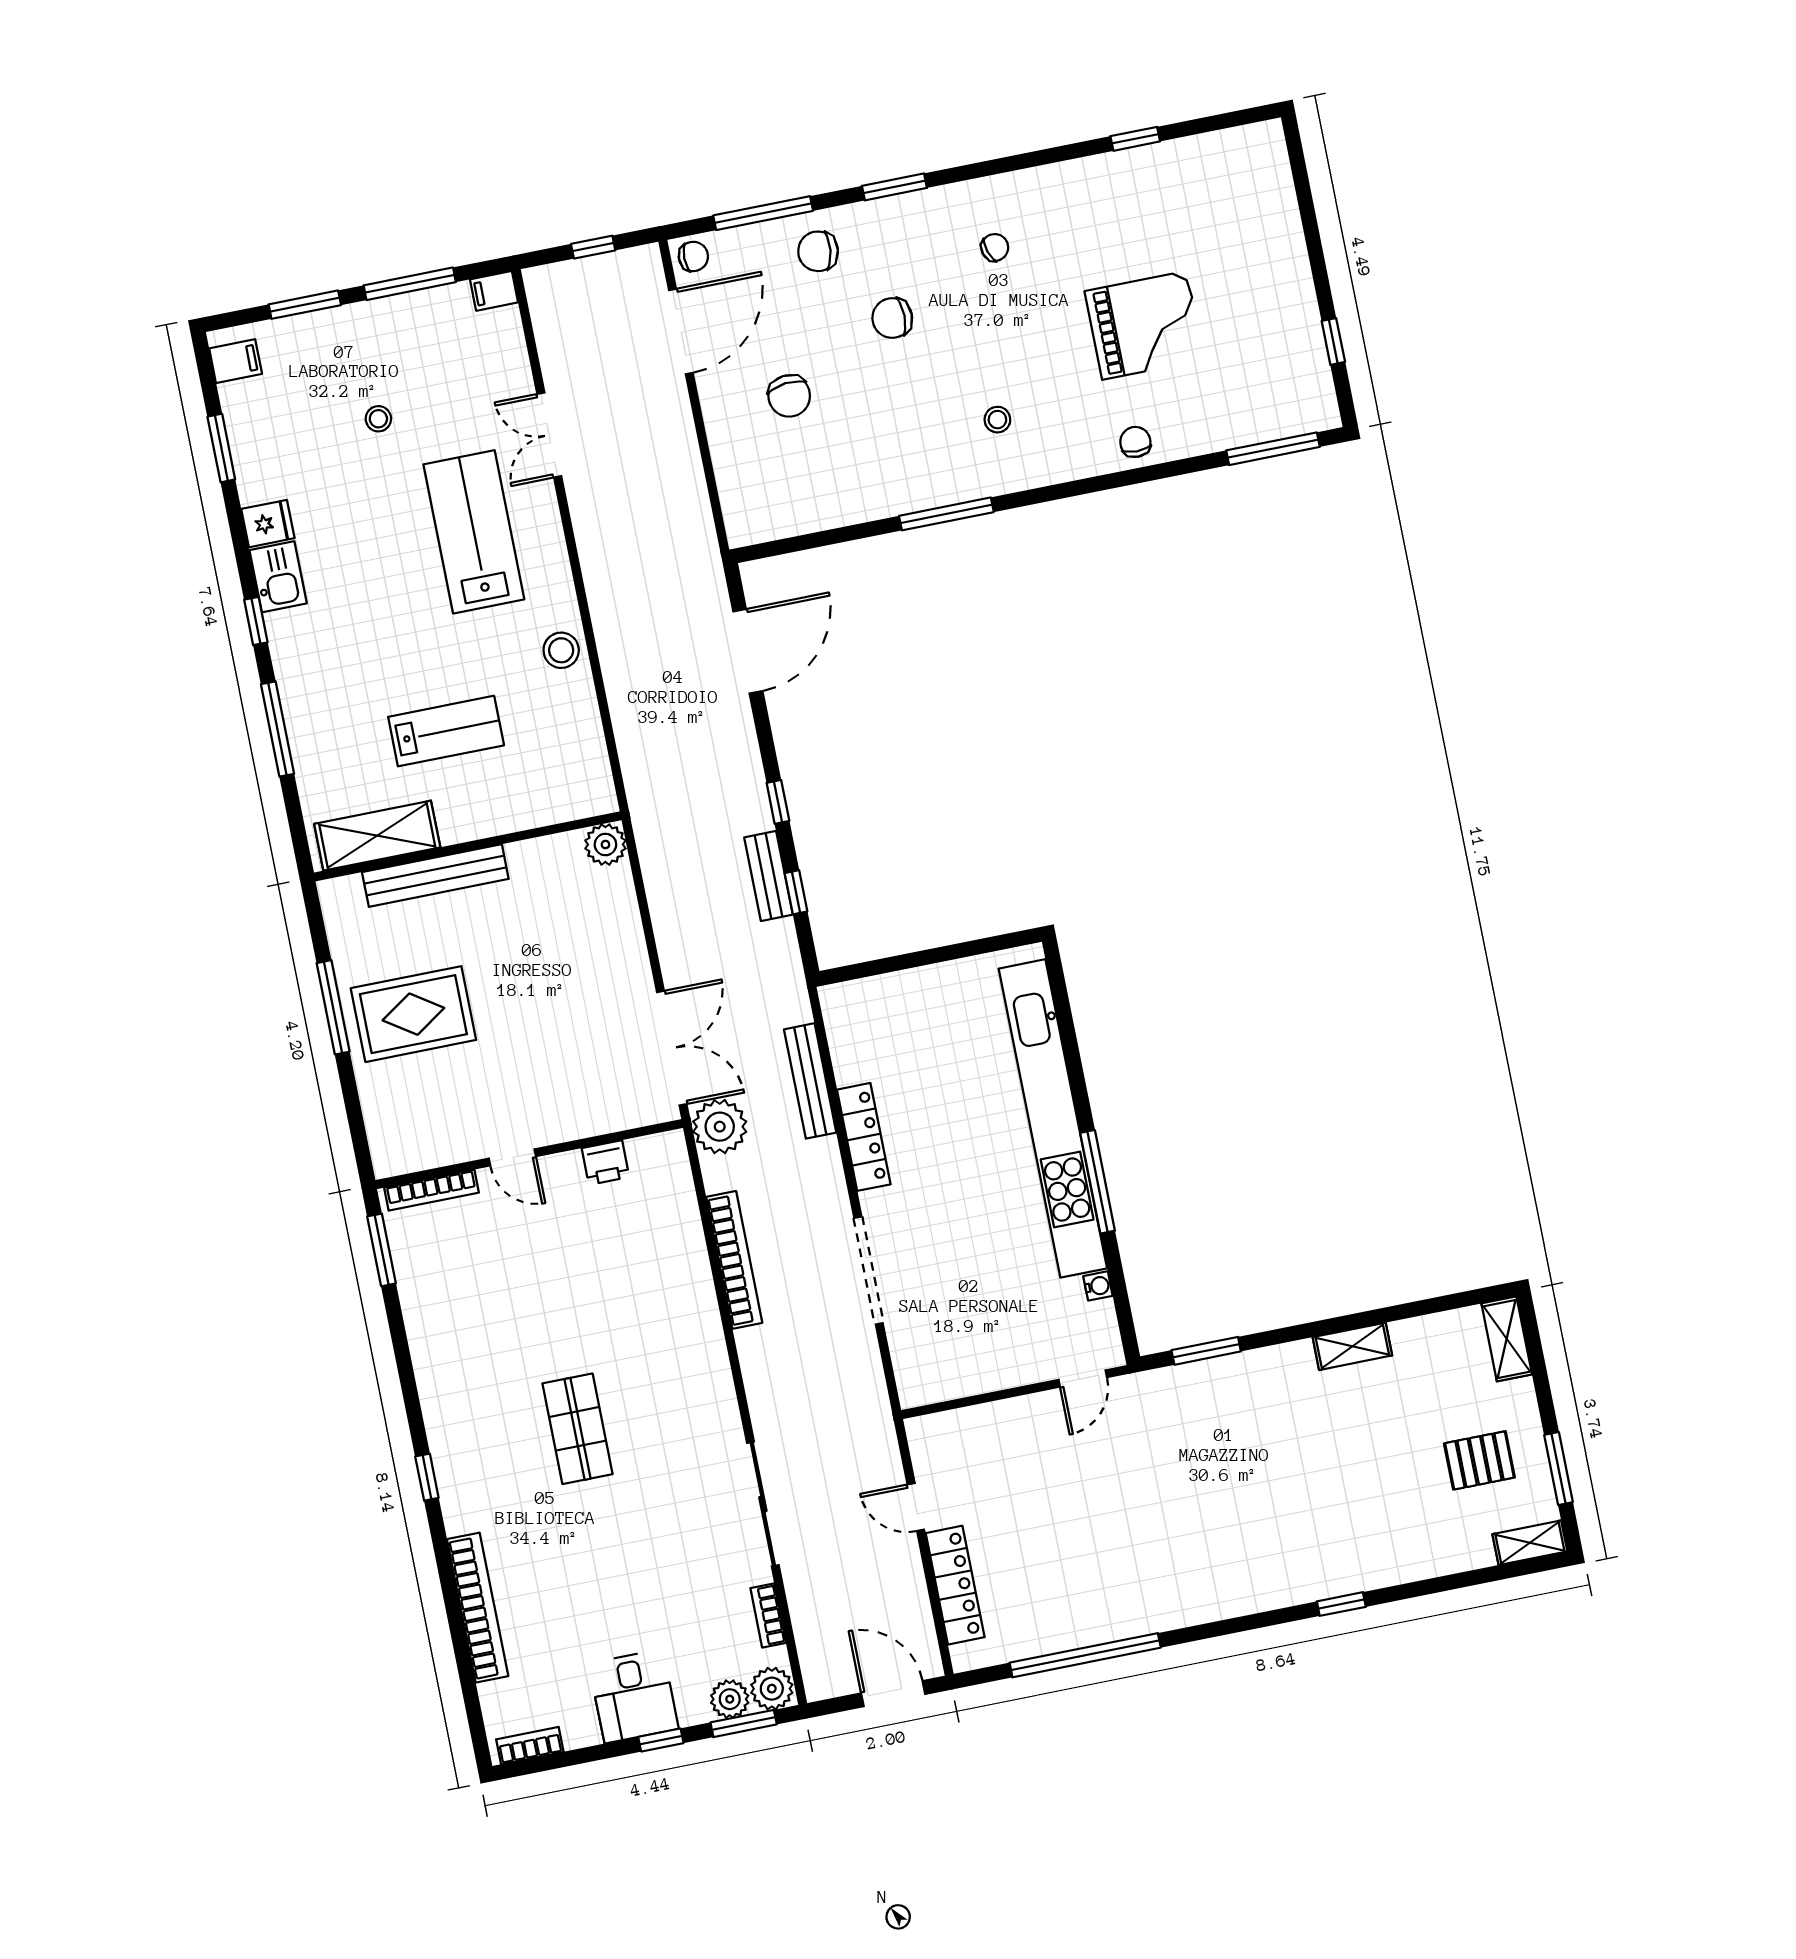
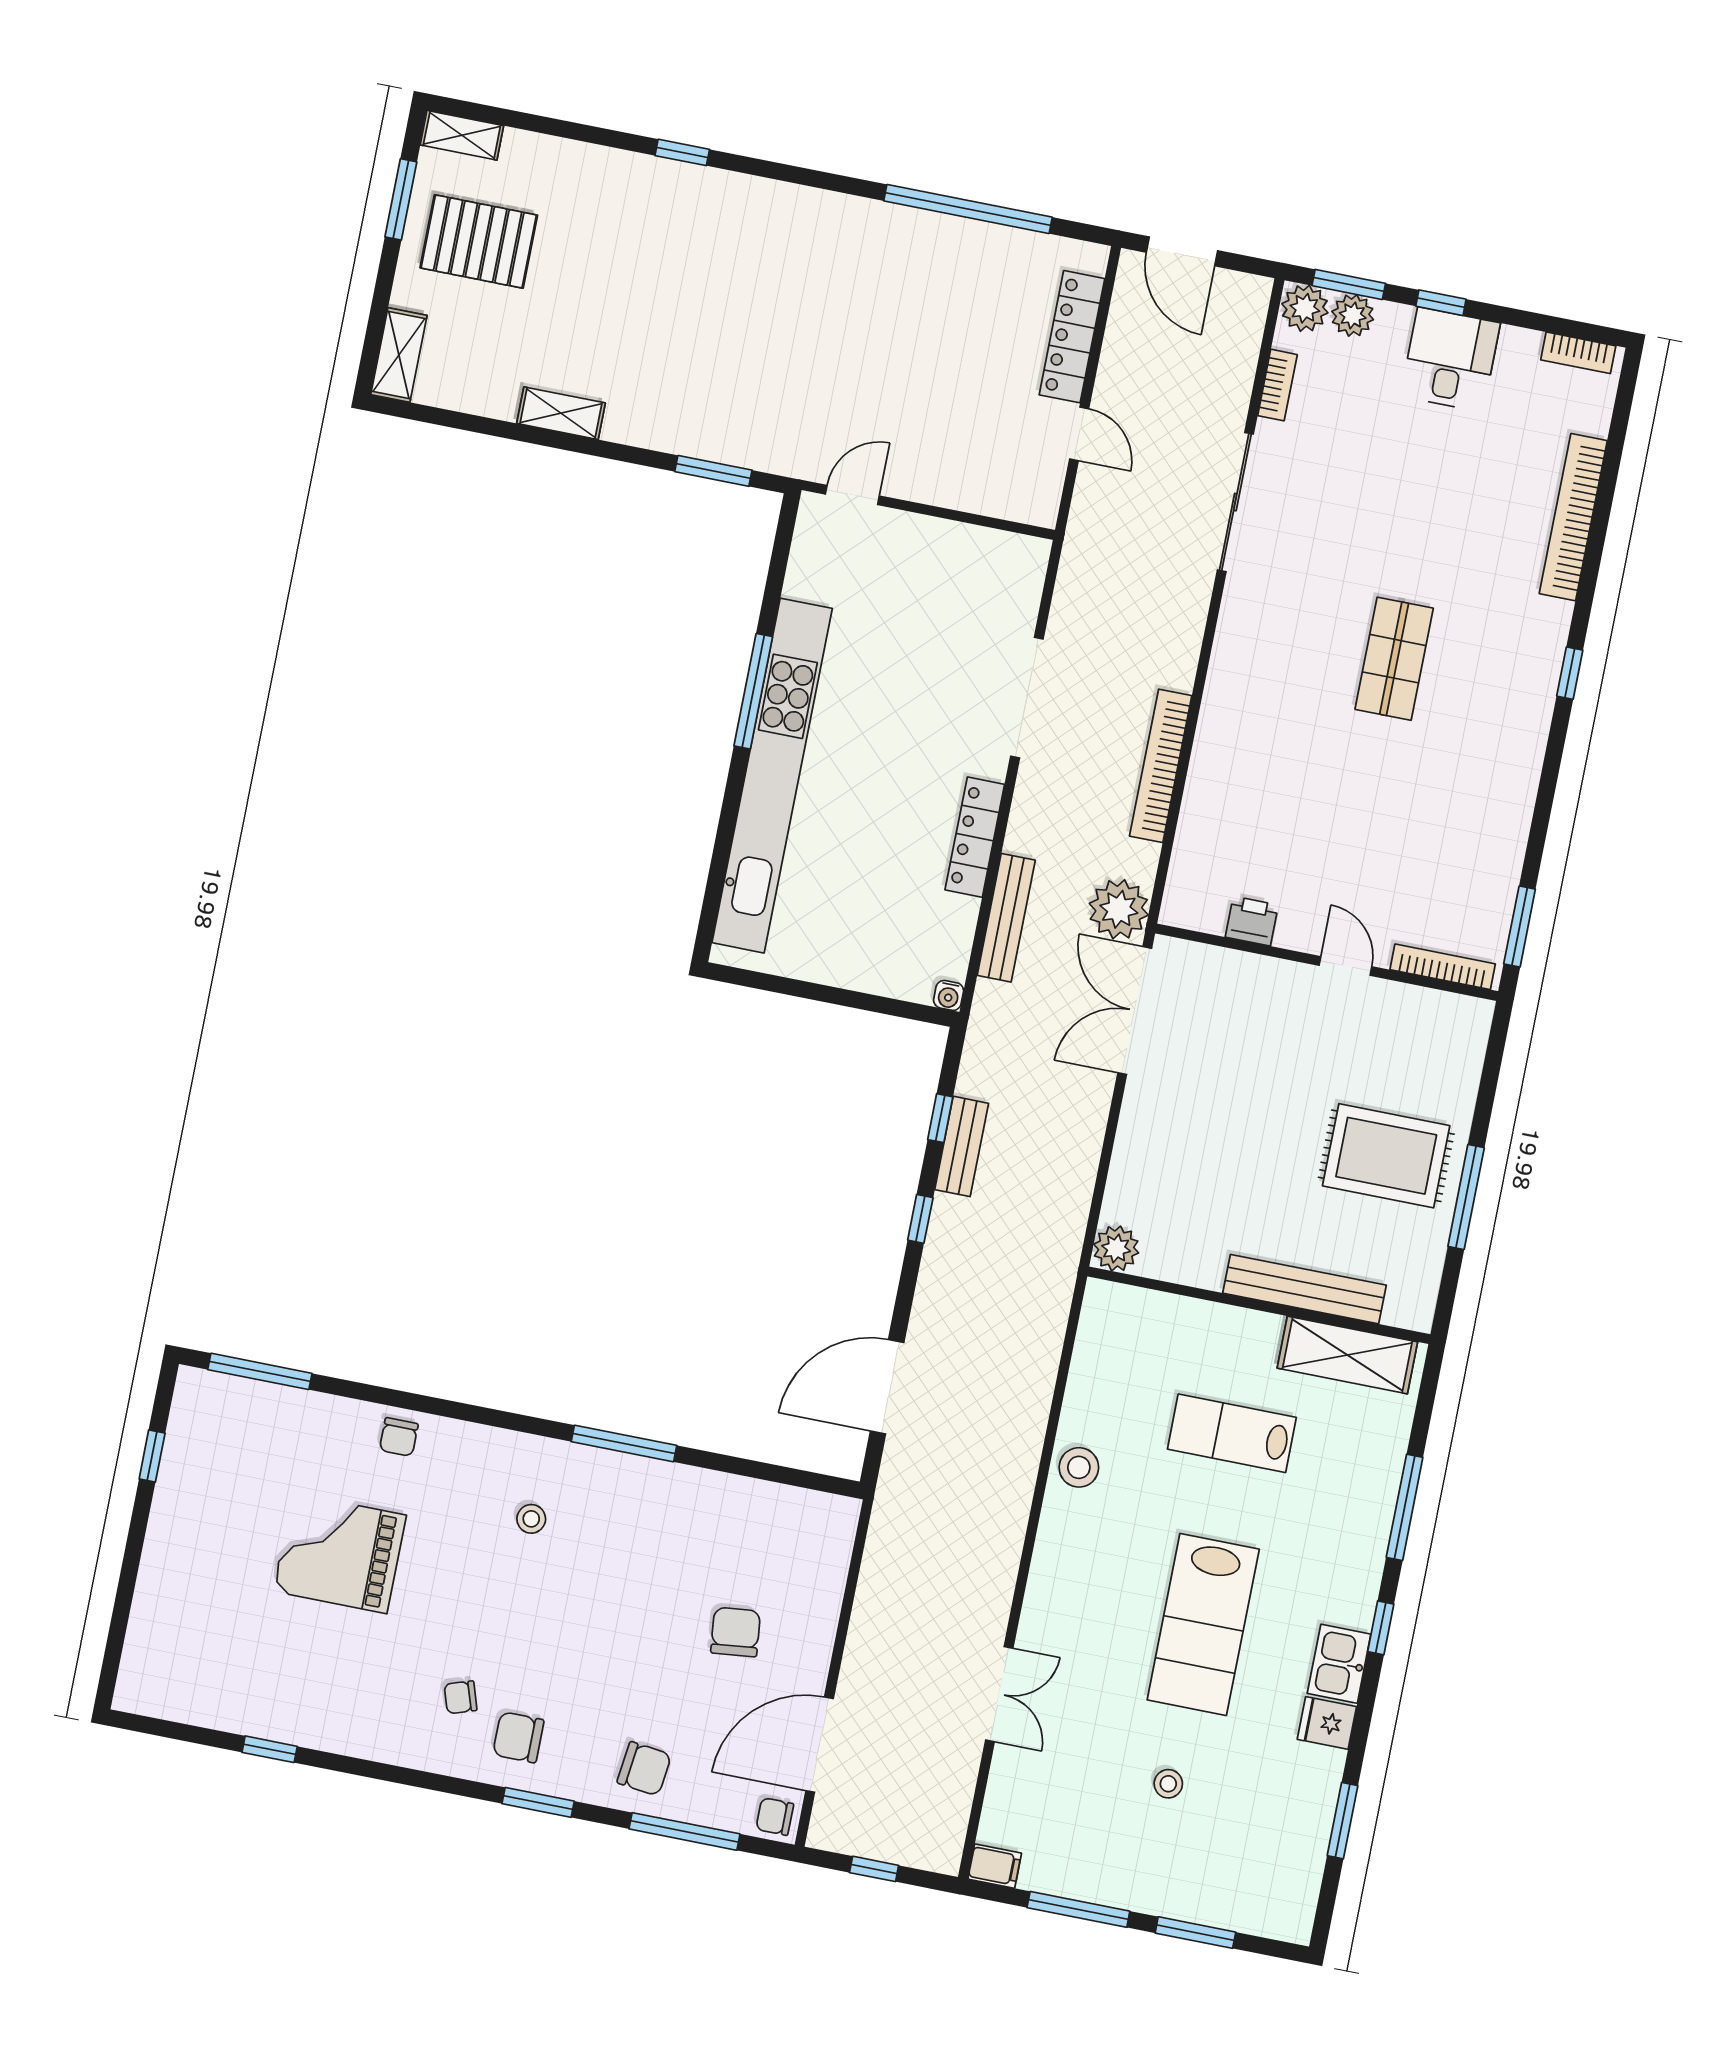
chair: (892, 318) -> (518, 1737), moved, turned 180
filing cabinet: (236, 361) -> (1291, 1904), removed
lab bench: (474, 532) -> (1203, 1624), moved
water cooler: (1098, 1286) -> (949, 995), moved, turned -90
pallet: (1479, 1460) -> (479, 241), width x1.50, depth x1.42

